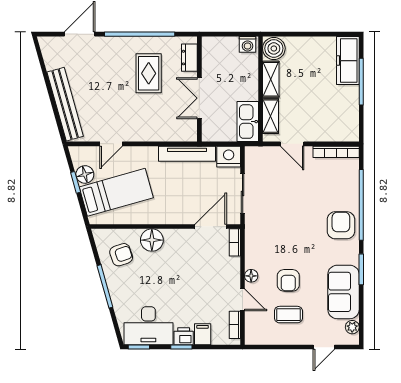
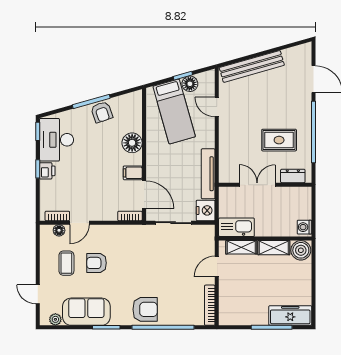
armchair: (121, 255) -> (102, 112), moved
floor lamp: (251, 276) -> (59, 230), moved
filing cabinet: (203, 334) -> (133, 173), moved, turned 180

